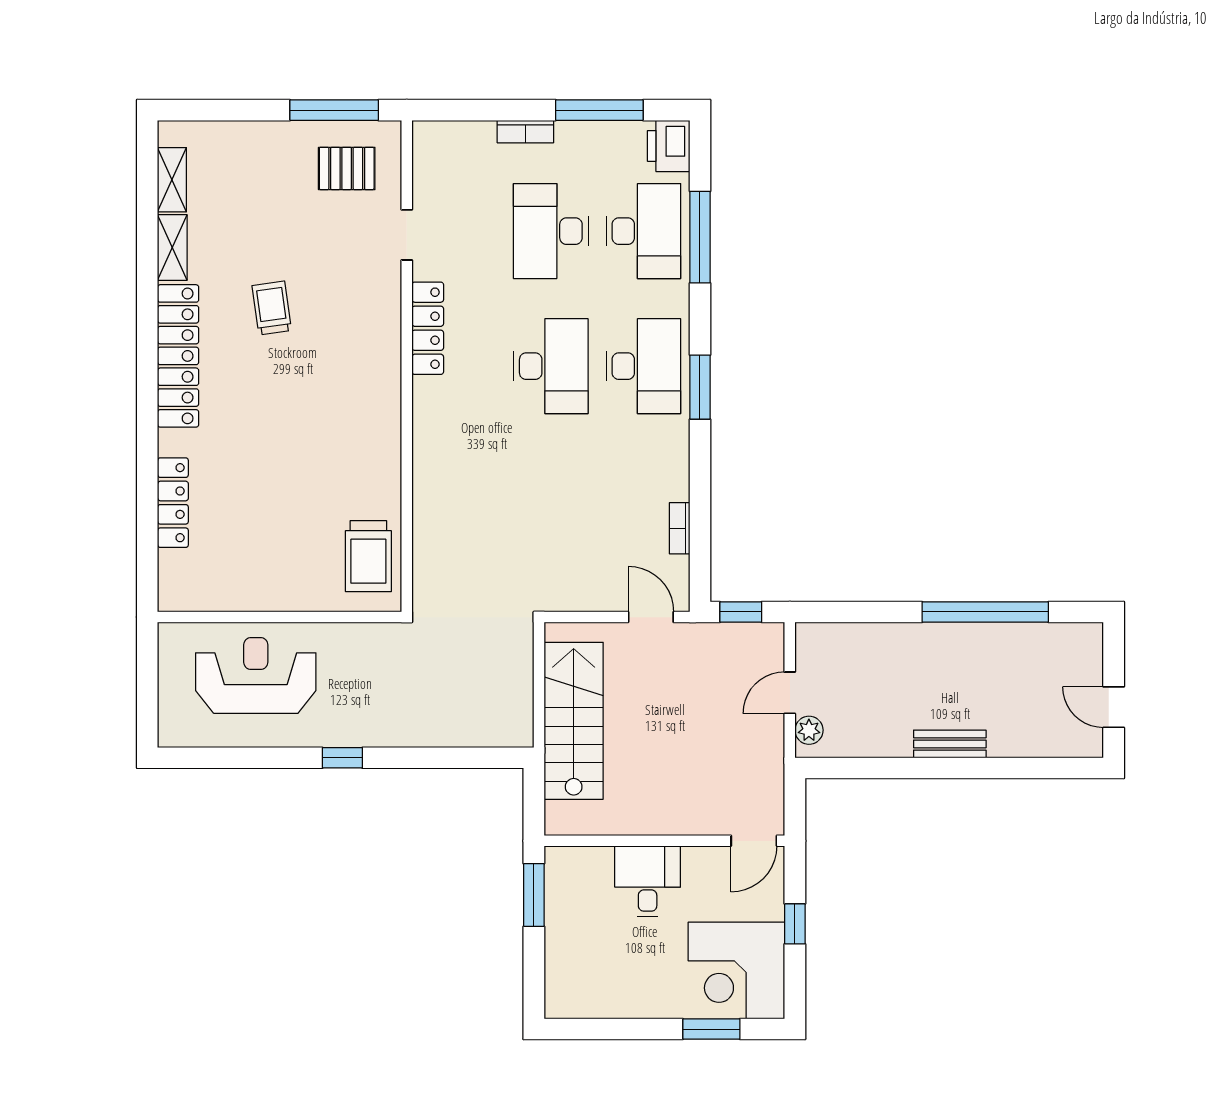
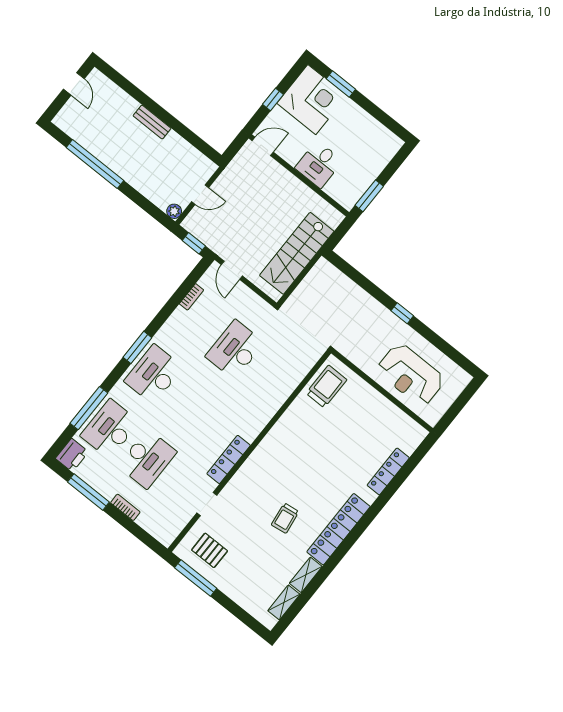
desk: (551, 366) -> (235, 350), moved
plant: (809, 730) -> (174, 211), moved

